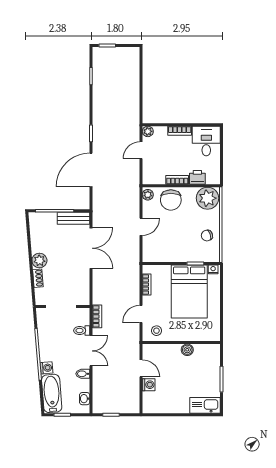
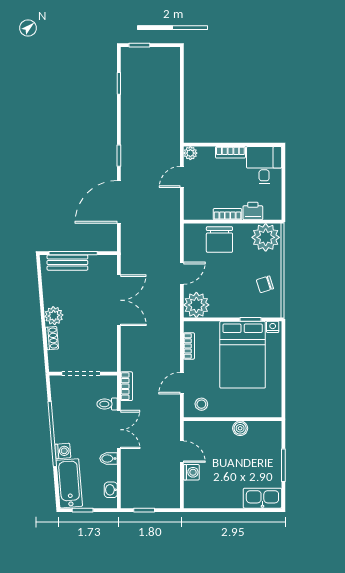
plant: (148, 195) -> (196, 305), moved, width x1.88, depth x1.88
bench: (74, 218) -> (67, 263), moved

